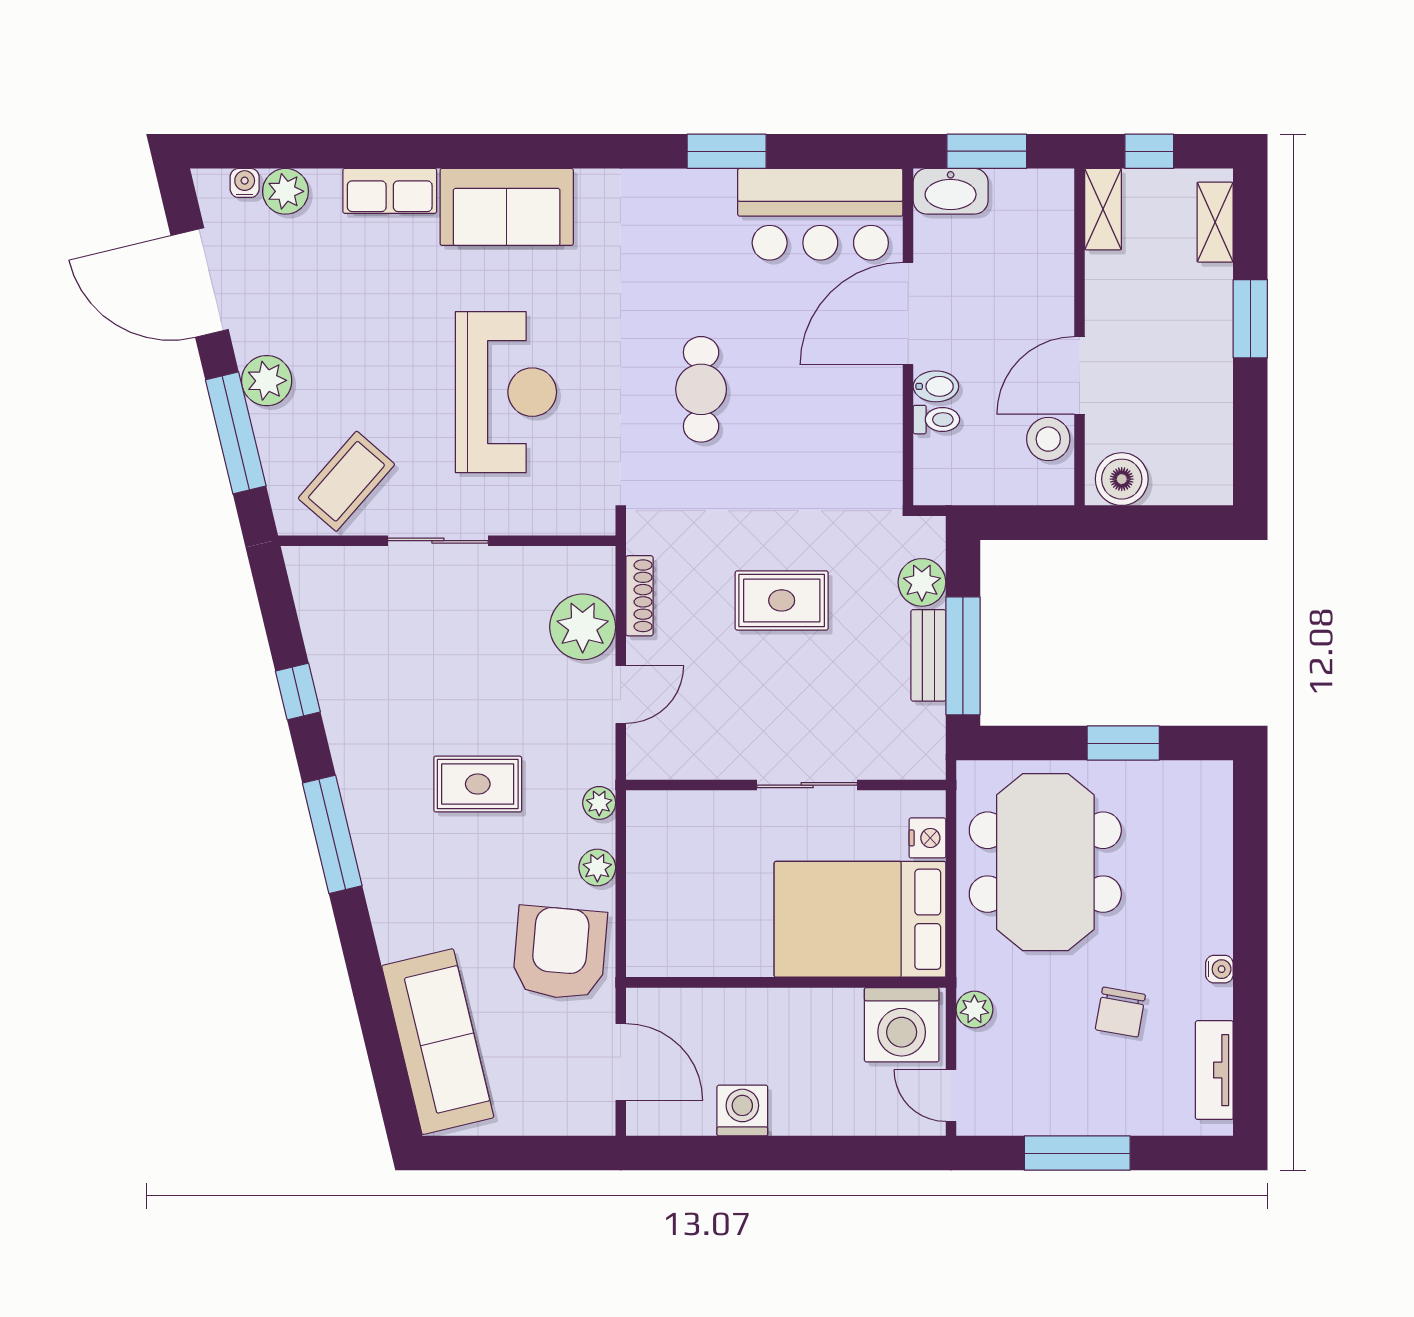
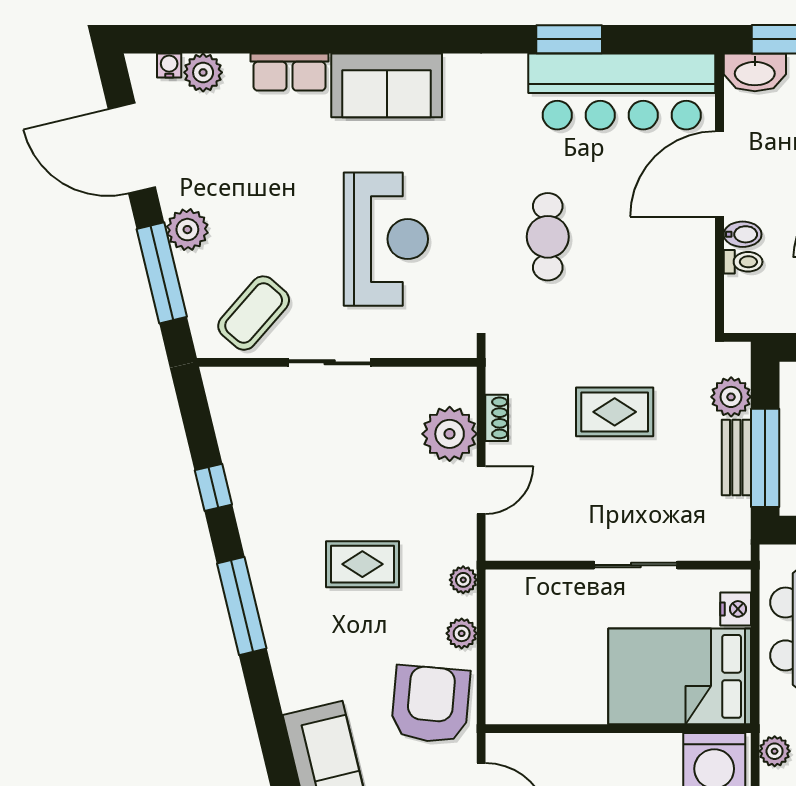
bar counter: (820, 214) -> (622, 92), width x1.36
shoe rack: (639, 596) -> (497, 418), width x0.70

